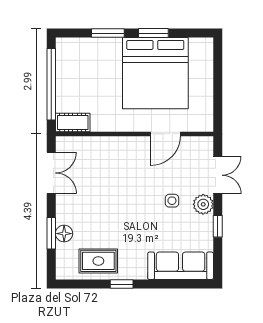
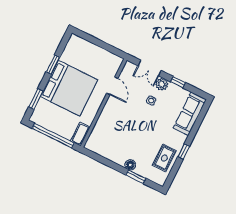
window: (108, 33) -> (36, 99), moved
bed: (155, 73) -> (69, 88), moved
double door: (51, 173) -> (102, 160), removed
double door: (218, 175) -> (150, 68), swing flipped
floor lamp: (64, 234) -> (130, 165), moved

